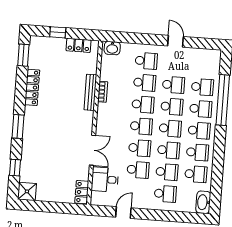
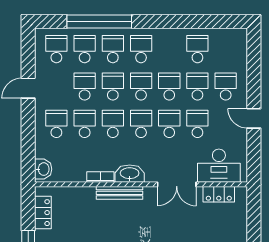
bench: (90, 92) -> (119, 193), moved
double door: (93, 150) -> (177, 184), swing flipped
school desk: (197, 152) -> (56, 49), moved
desk: (105, 179) -> (219, 166), width x1.37
locker: (82, 192) -> (219, 194), moved
washbasin: (203, 202) -> (130, 174), moved, turned 180
door: (123, 212) -> (254, 118), moved

